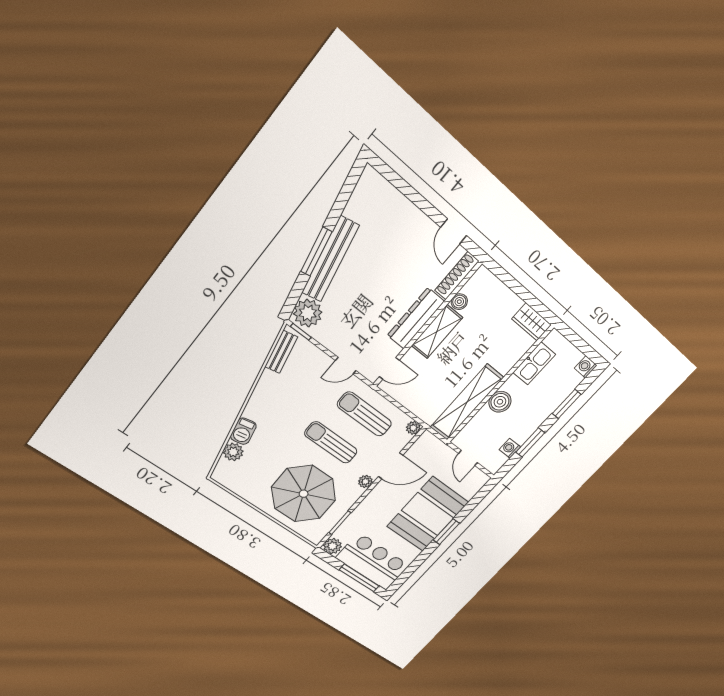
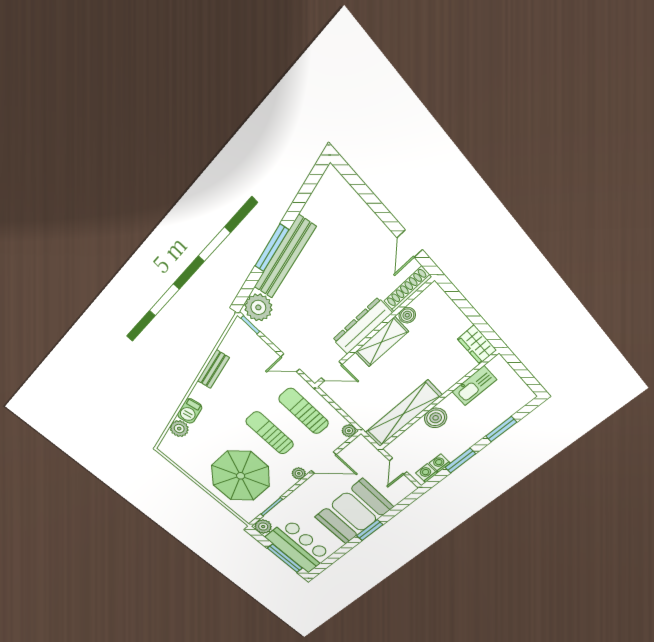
bench: (281, 352) -> (213, 369), moved
washing machine: (586, 367) -> (426, 473), moved

